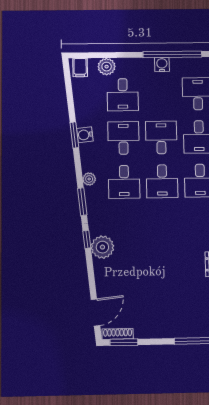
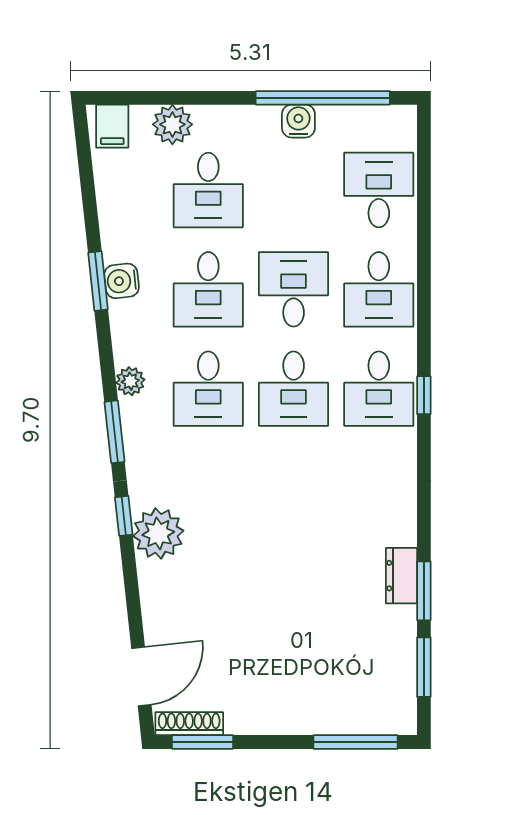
desk: (123, 138) -> (208, 289), turned 180

